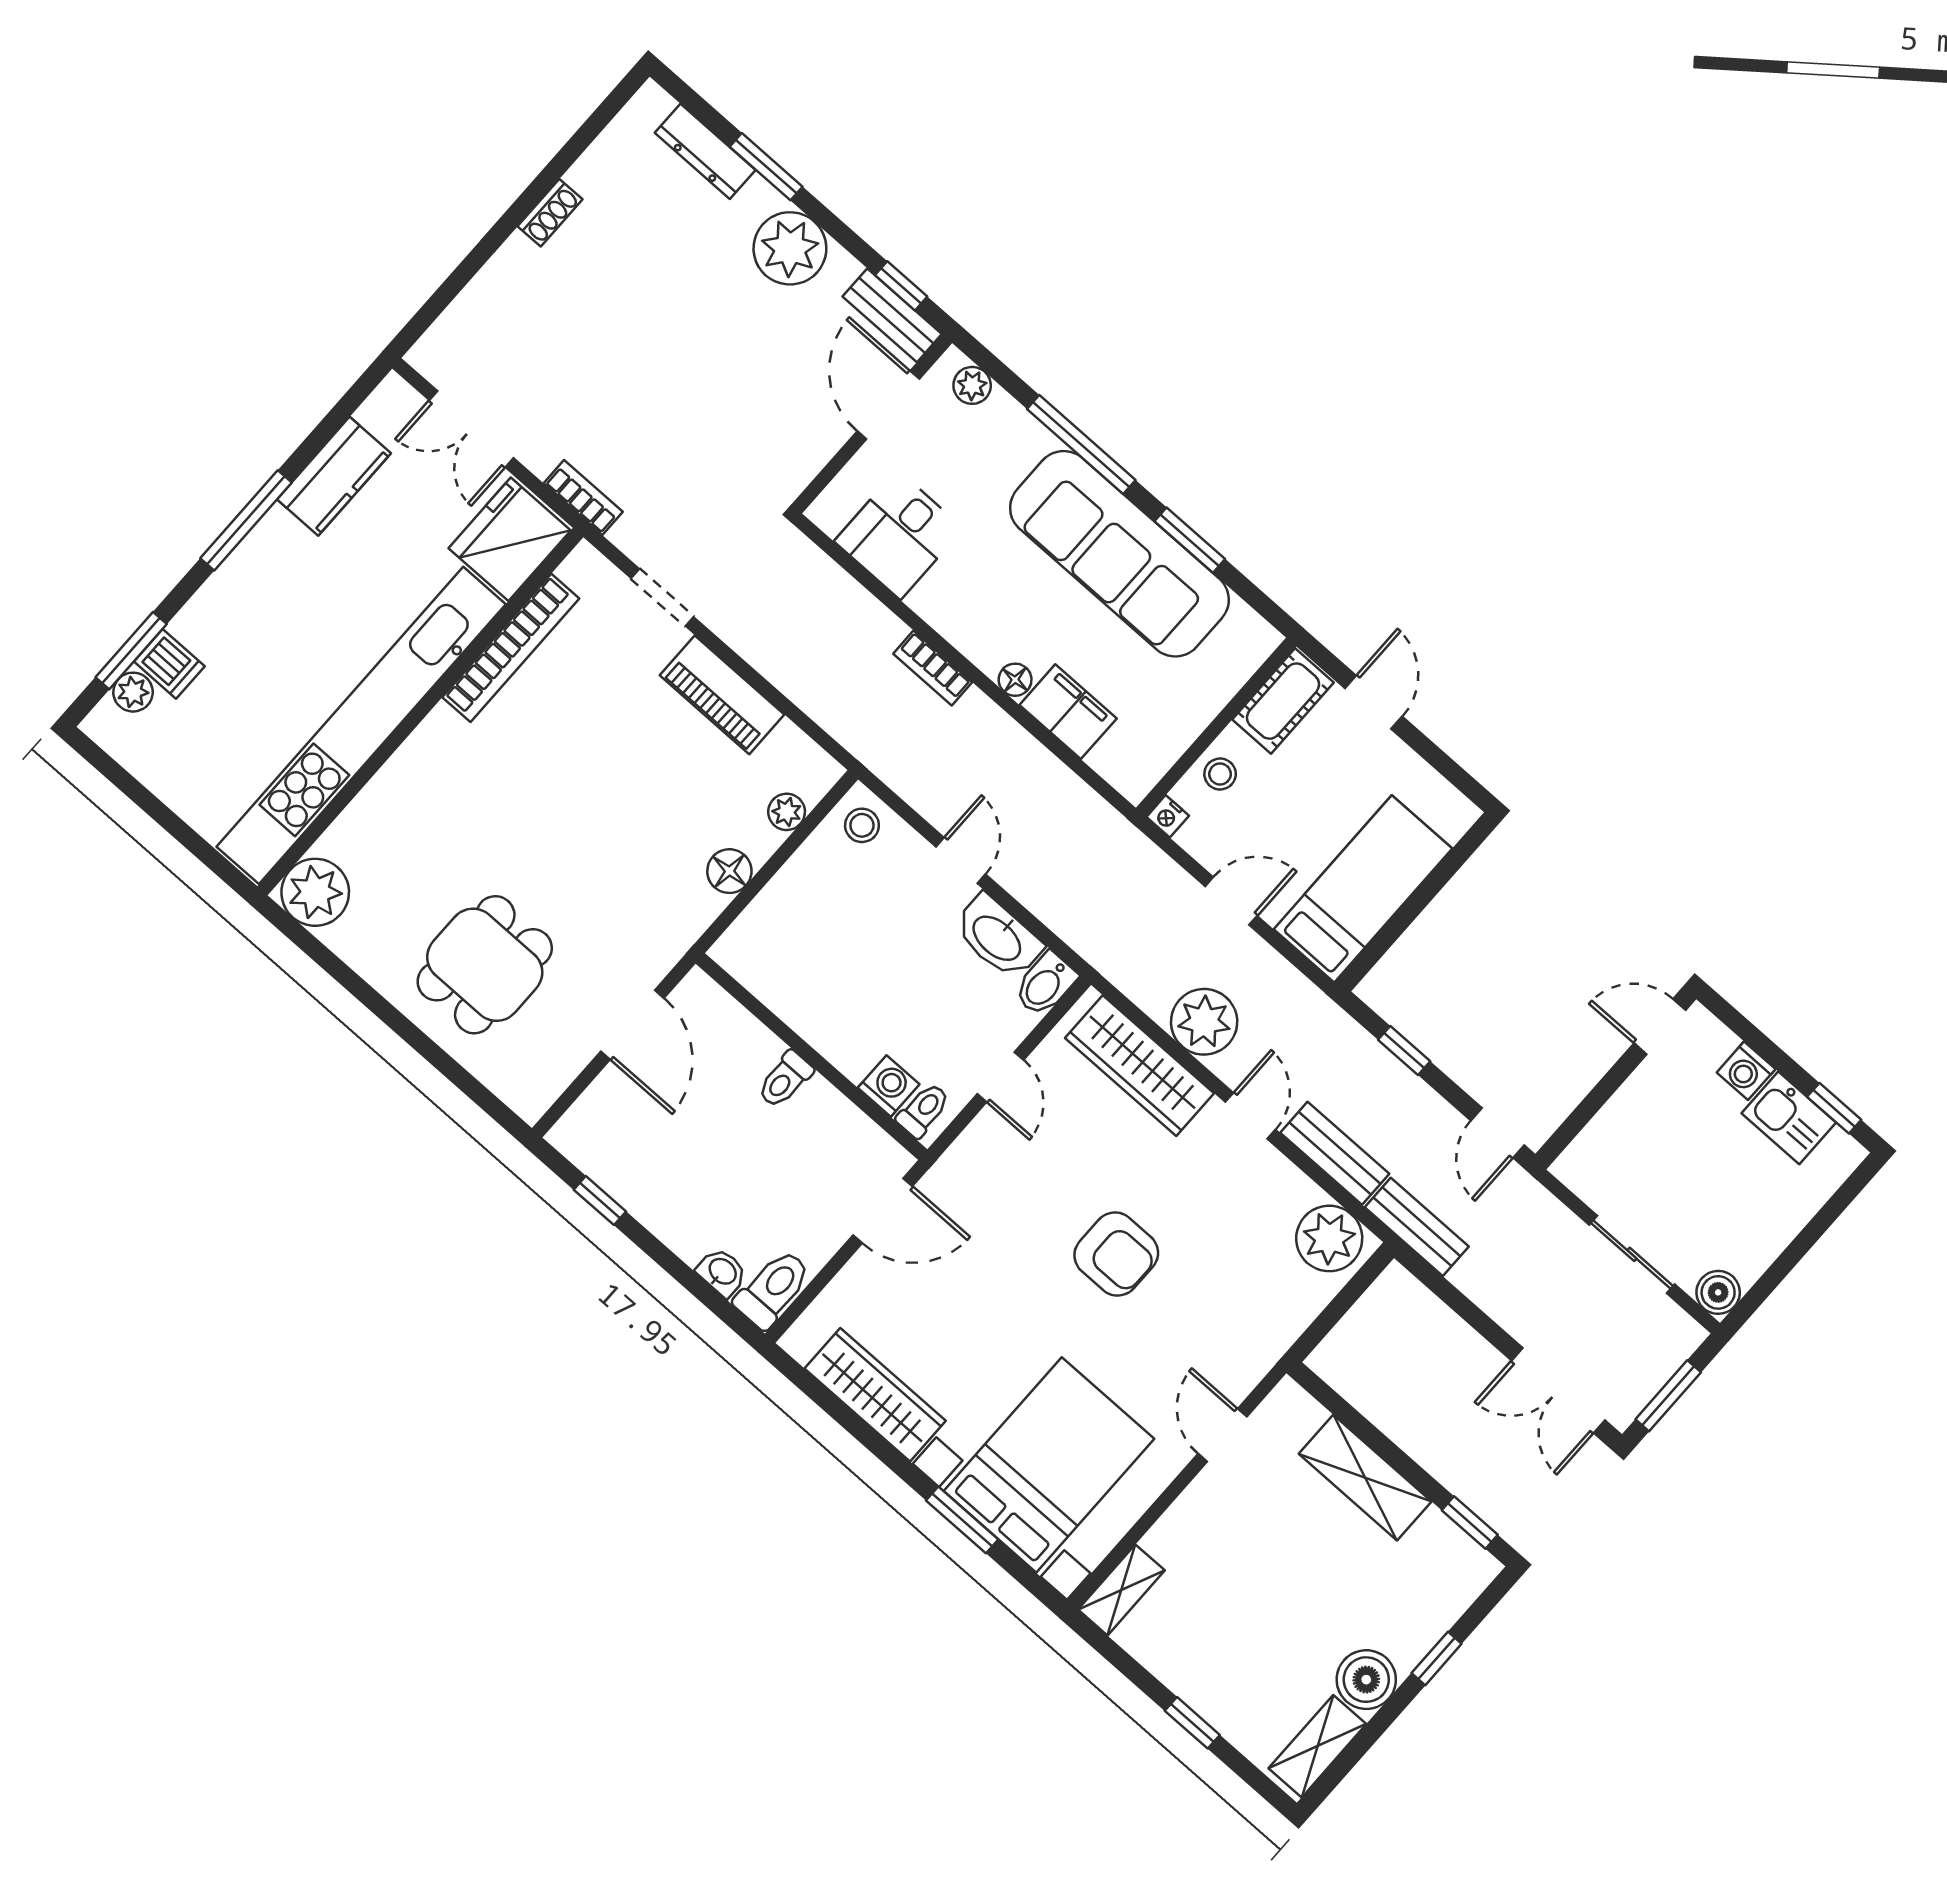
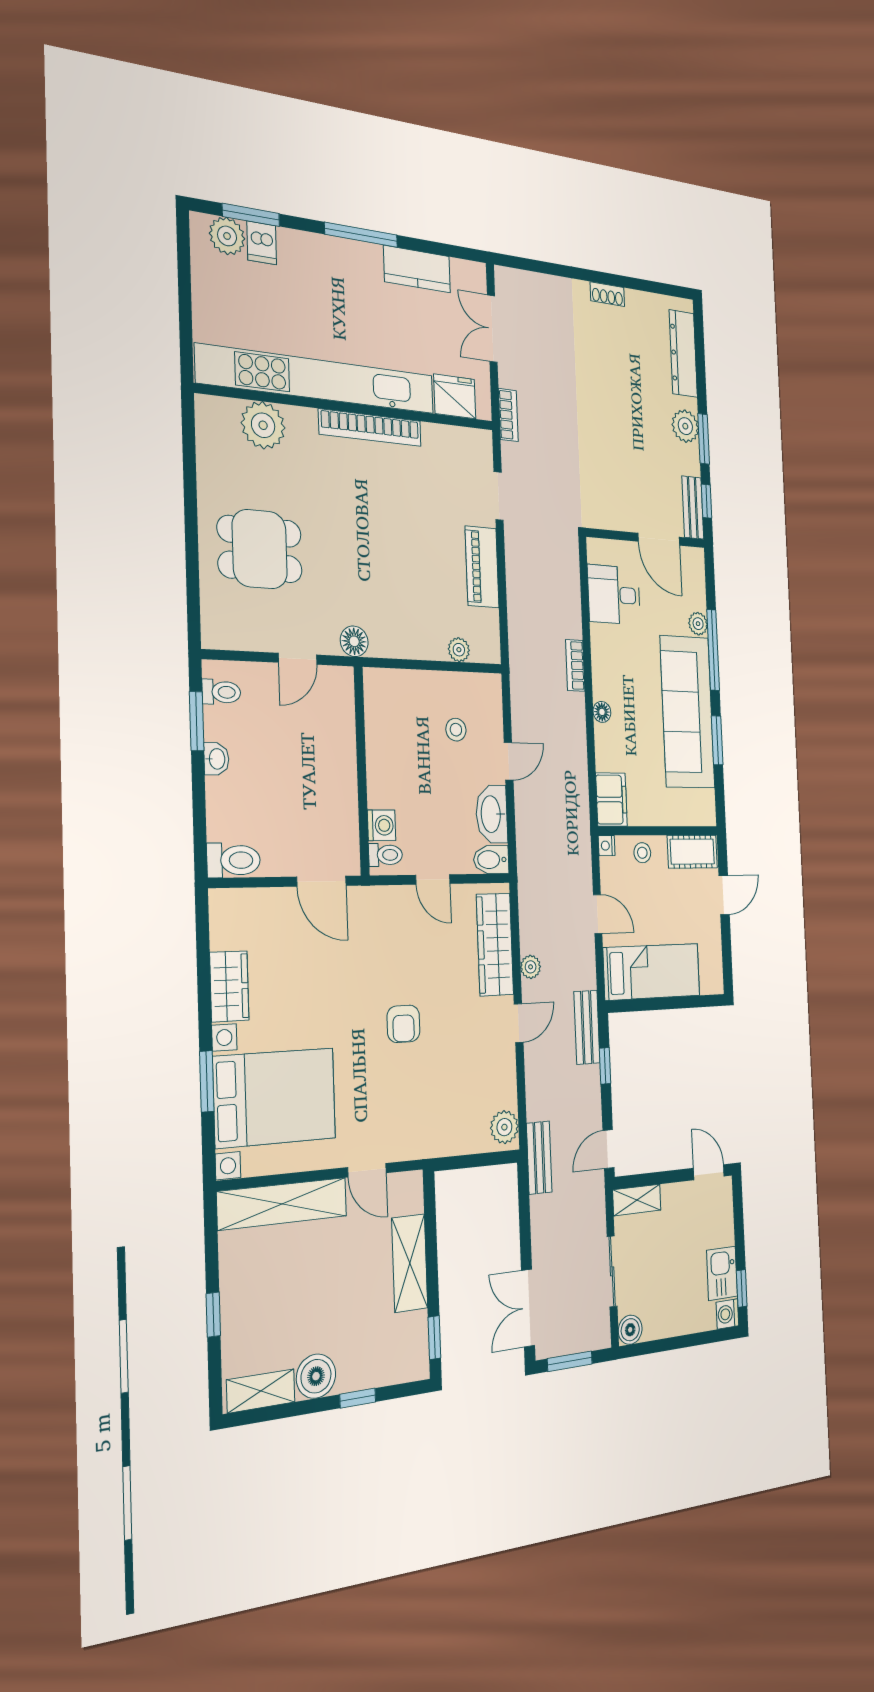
dresser: (705, 151) -> (683, 354), width x1.37, depth x1.24
window: (766, 167) -> (704, 439), moved
plant: (790, 248) -> (685, 426), width x0.73, depth x0.73
plant: (972, 385) -> (698, 624), moved
door: (888, 405) -> (659, 539), swing flipped
fridge: (510, 539) -> (455, 396), width x0.73, depth x0.75
bookcase: (511, 648) -> (370, 428), moved
plant: (133, 692) -> (227, 236), width x1.38, depth x1.38
filing cabinet: (1068, 712) -> (611, 800), moved
stool: (862, 825) -> (456, 730), moved
floor lamp: (729, 871) -> (354, 641), moved
plant: (315, 892) -> (263, 425), moved
plant: (1204, 1022) -> (531, 967), width x0.53, depth x0.53
door: (632, 1025) -> (298, 659), width x0.73
washing machine: (1746, 1071) -> (727, 1314), moved
door: (1001, 1077) -> (433, 879), hinge flipped
toilet: (785, 1080) -> (221, 692), moved, turned 180
shelving: (1590, 1150) -> (637, 1200), added
bench: (1335, 1153) -> (587, 1027), moved
window: (600, 1201) -> (197, 721), width x1.50
plant: (1329, 1238) -> (504, 1127), width x0.73, depth x0.73
armchair: (1116, 1254) -> (403, 1024), width x0.72, depth x0.72
washbasin: (722, 1272) -> (216, 759), moved
wardrobe: (875, 1395) -> (229, 986), width x0.67
door: (1222, 1435) -> (367, 1170), swing flipped
shelving: (1121, 1590) -> (282, 1204), width x2.20, depth x1.33

